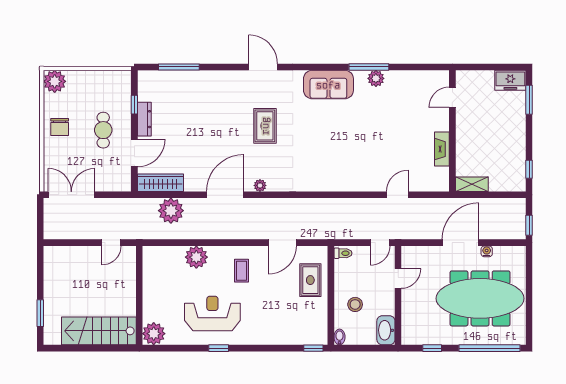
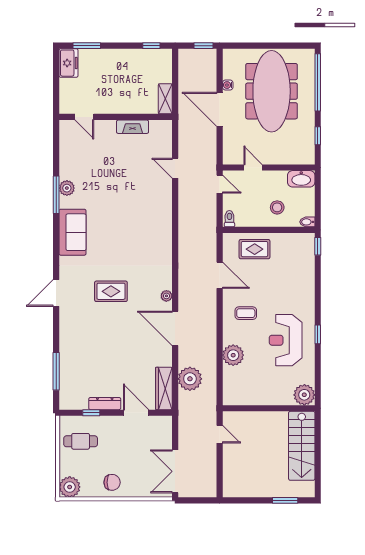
cafe table: (103, 130) -> (81, 441), moved

